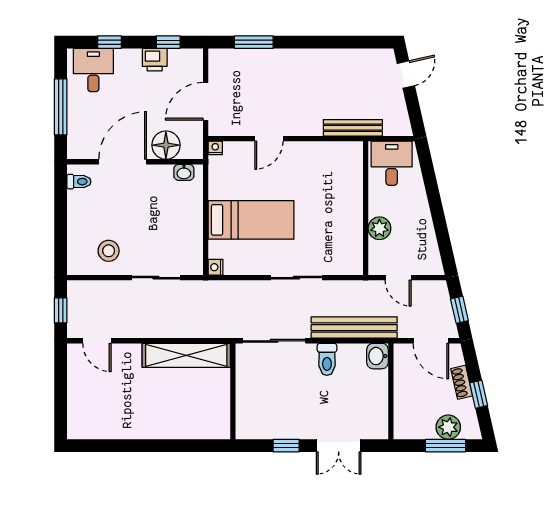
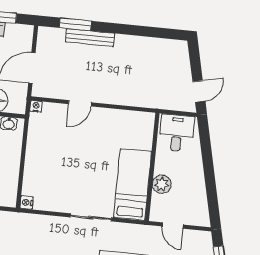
door: (406, 75) -> (199, 91), moved
bench: (353, 128) -> (90, 38), moved
bed: (251, 220) -> (133, 185), moved, turned -90

